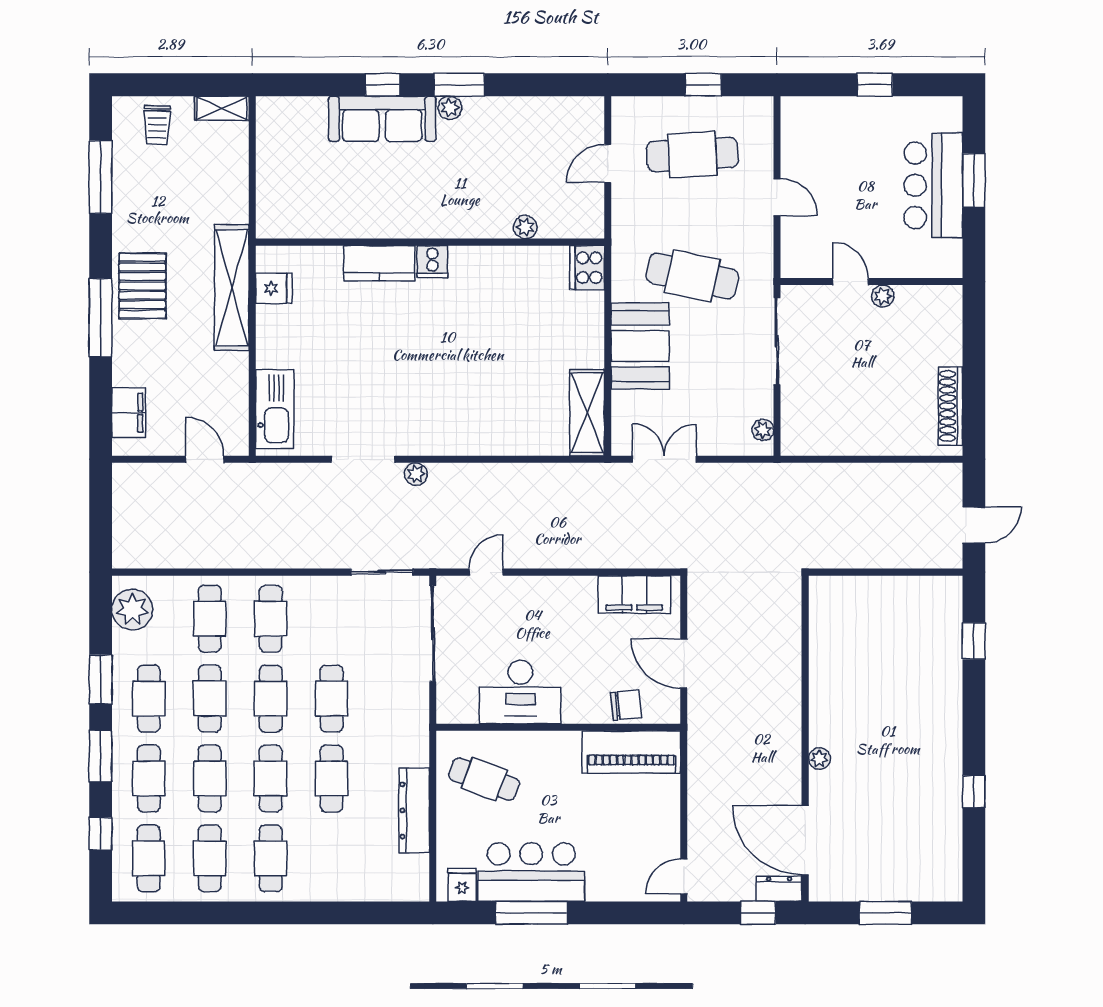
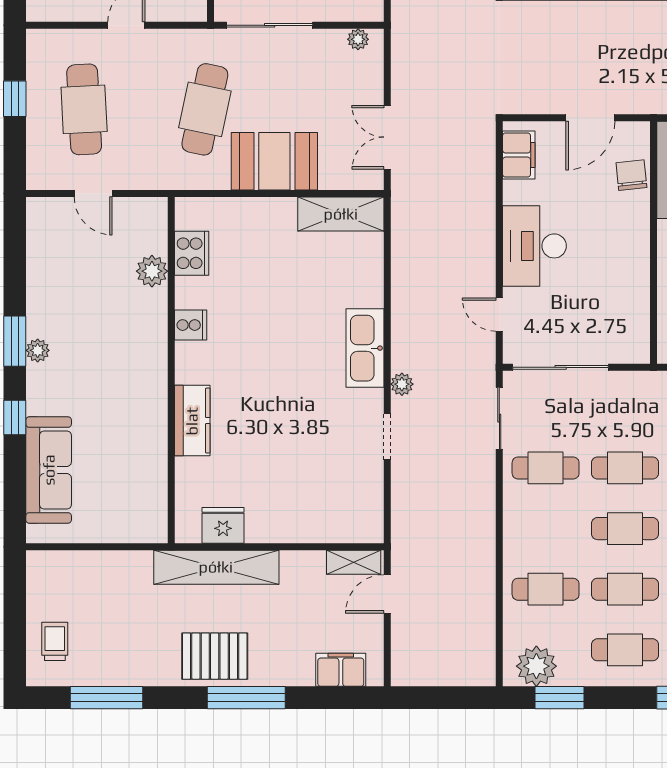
shelving: (222, 108) -> (354, 562), moved, turned 90
sofa: (382, 119) -> (49, 470), moved
trolley: (157, 125) -> (55, 641), turned -91
plant: (525, 227) -> (152, 271), width x1.38, depth x1.38
cooker: (432, 262) -> (191, 325), moved
cooker: (587, 268) -> (192, 253), moved, turned -90
fridge: (274, 288) -> (223, 525), width x1.38
kitchen sink: (275, 409) -> (365, 348), moved, turned -90
doorway: (363, 459) -> (387, 437), width x0.73
filing cabinet: (634, 594) -> (519, 155), width x0.67, depth x0.86
cafe table: (271, 619) -> (546, 468), moved
window: (101, 679) -> (560, 698), moved
desk: (520, 692) -> (534, 246), moved, turned 180

